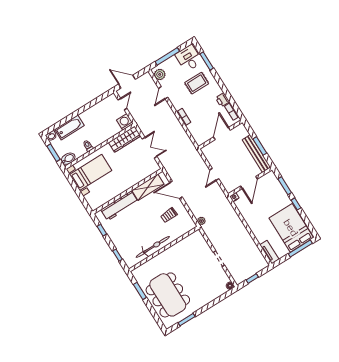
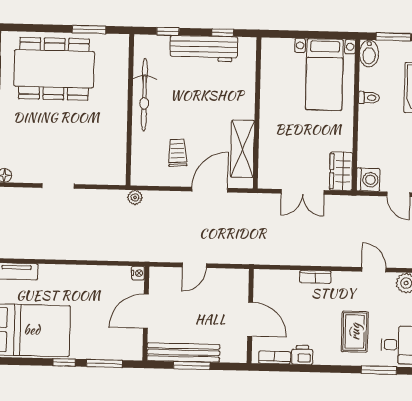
wardrobe: (125, 139) -> (341, 171), width x0.67
door: (214, 174) -> (194, 265), swing flipped
door: (249, 183) -> (146, 311), hinge flipped
workbench: (119, 206) -> (204, 49), moved, turned -90

